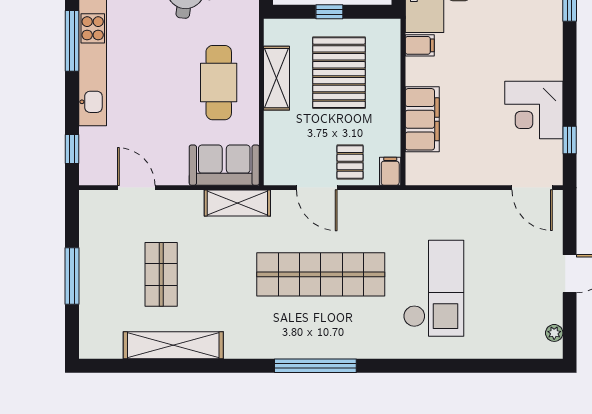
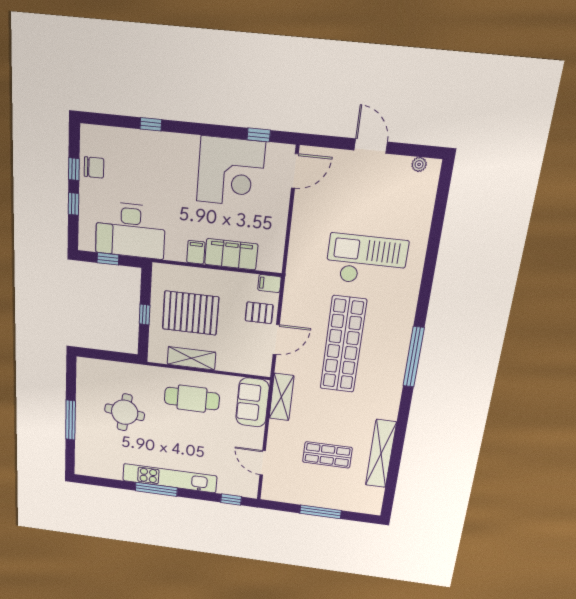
filing cabinet: (420, 45) -> (196, 252), moved
corner desk: (534, 110) -> (231, 172), width x1.36, depth x1.36
door: (136, 188) -> (263, 463), hinge flipped

